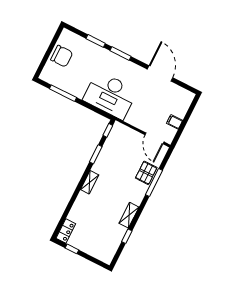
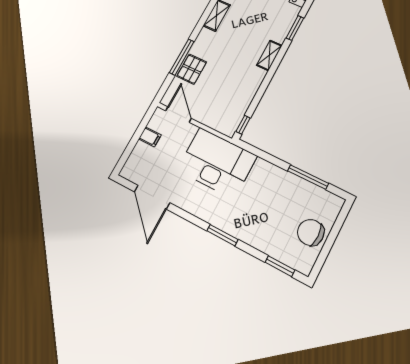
window: (96, 41) -> (280, 266), moved
door: (160, 73) -> (152, 197), moved
desk: (110, 95) -> (217, 163), moved
window: (96, 154) -> (295, 28), moved

